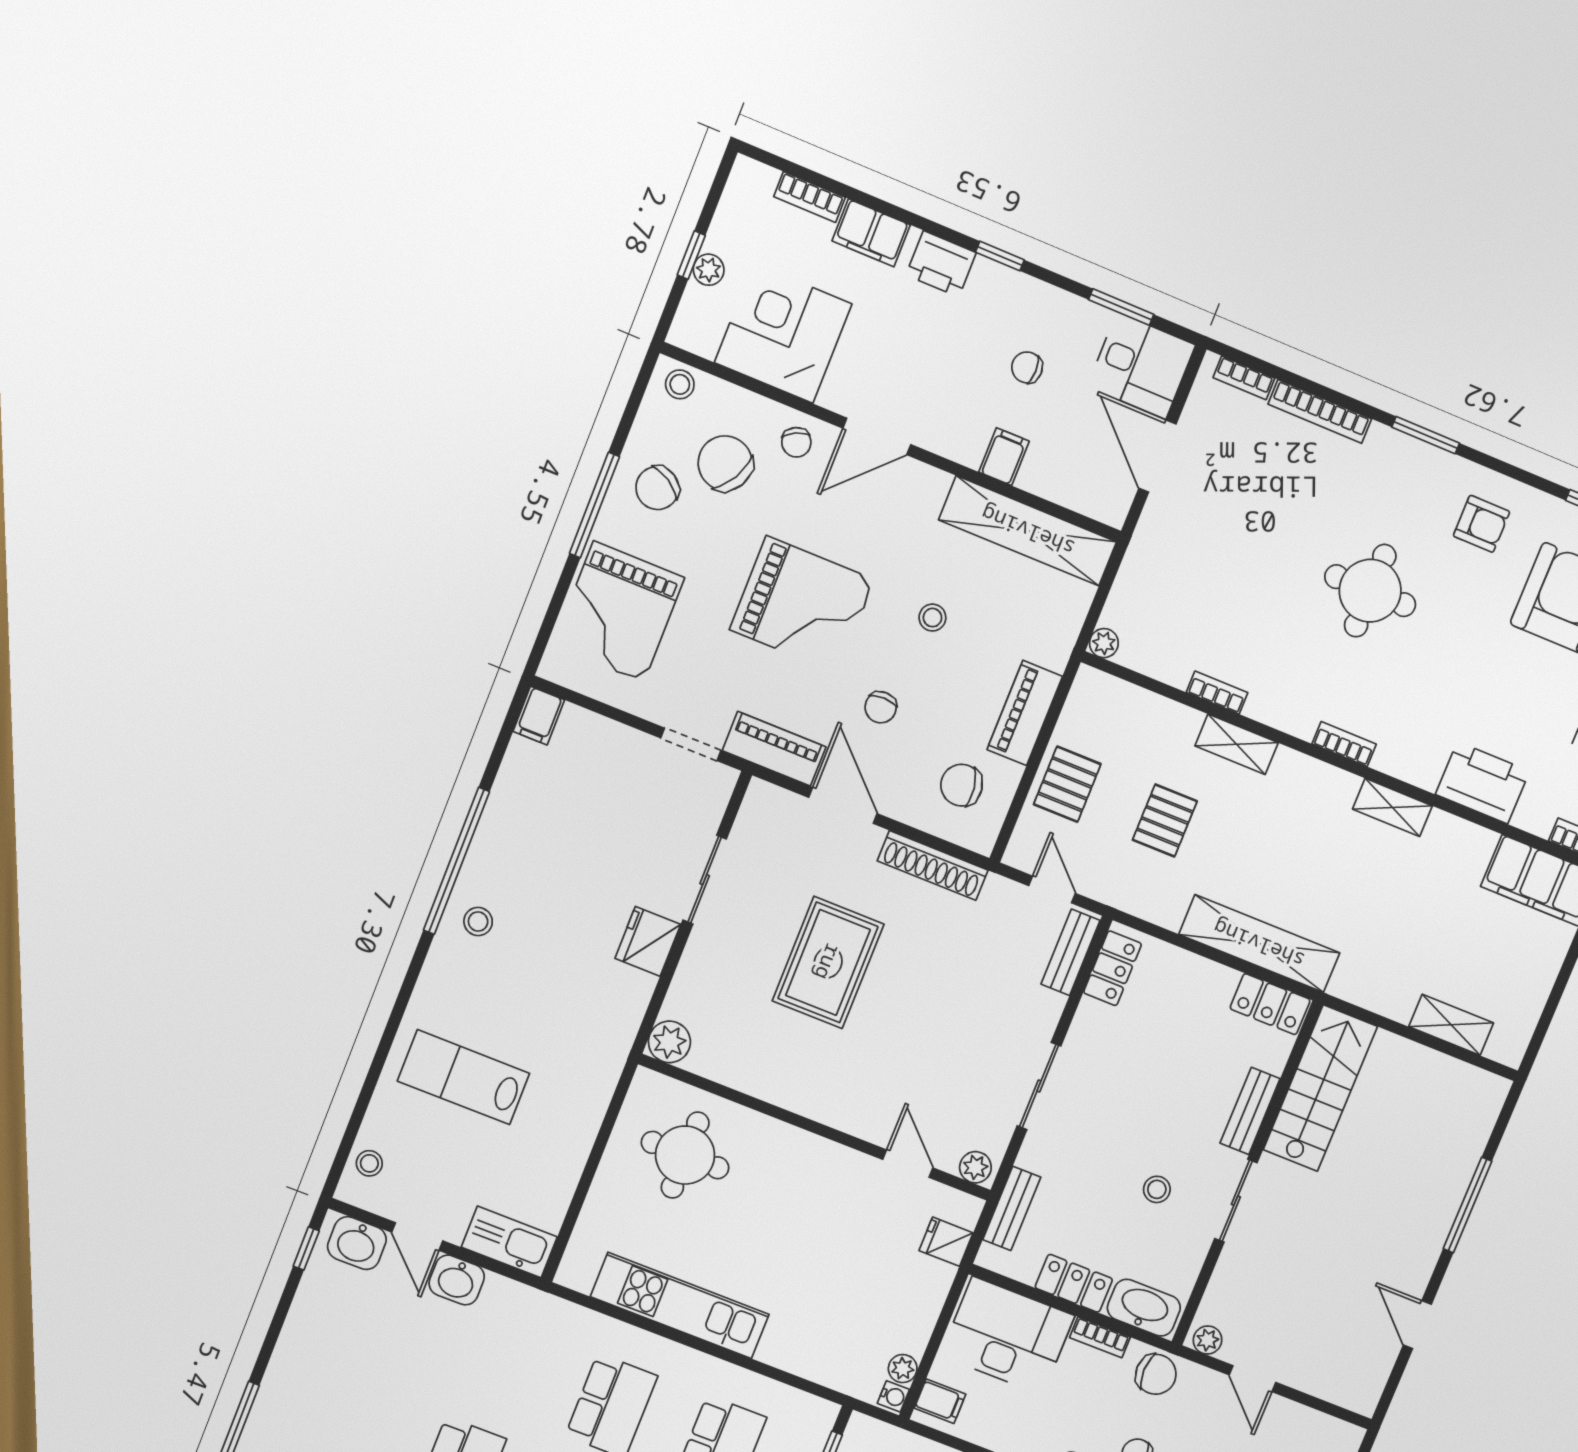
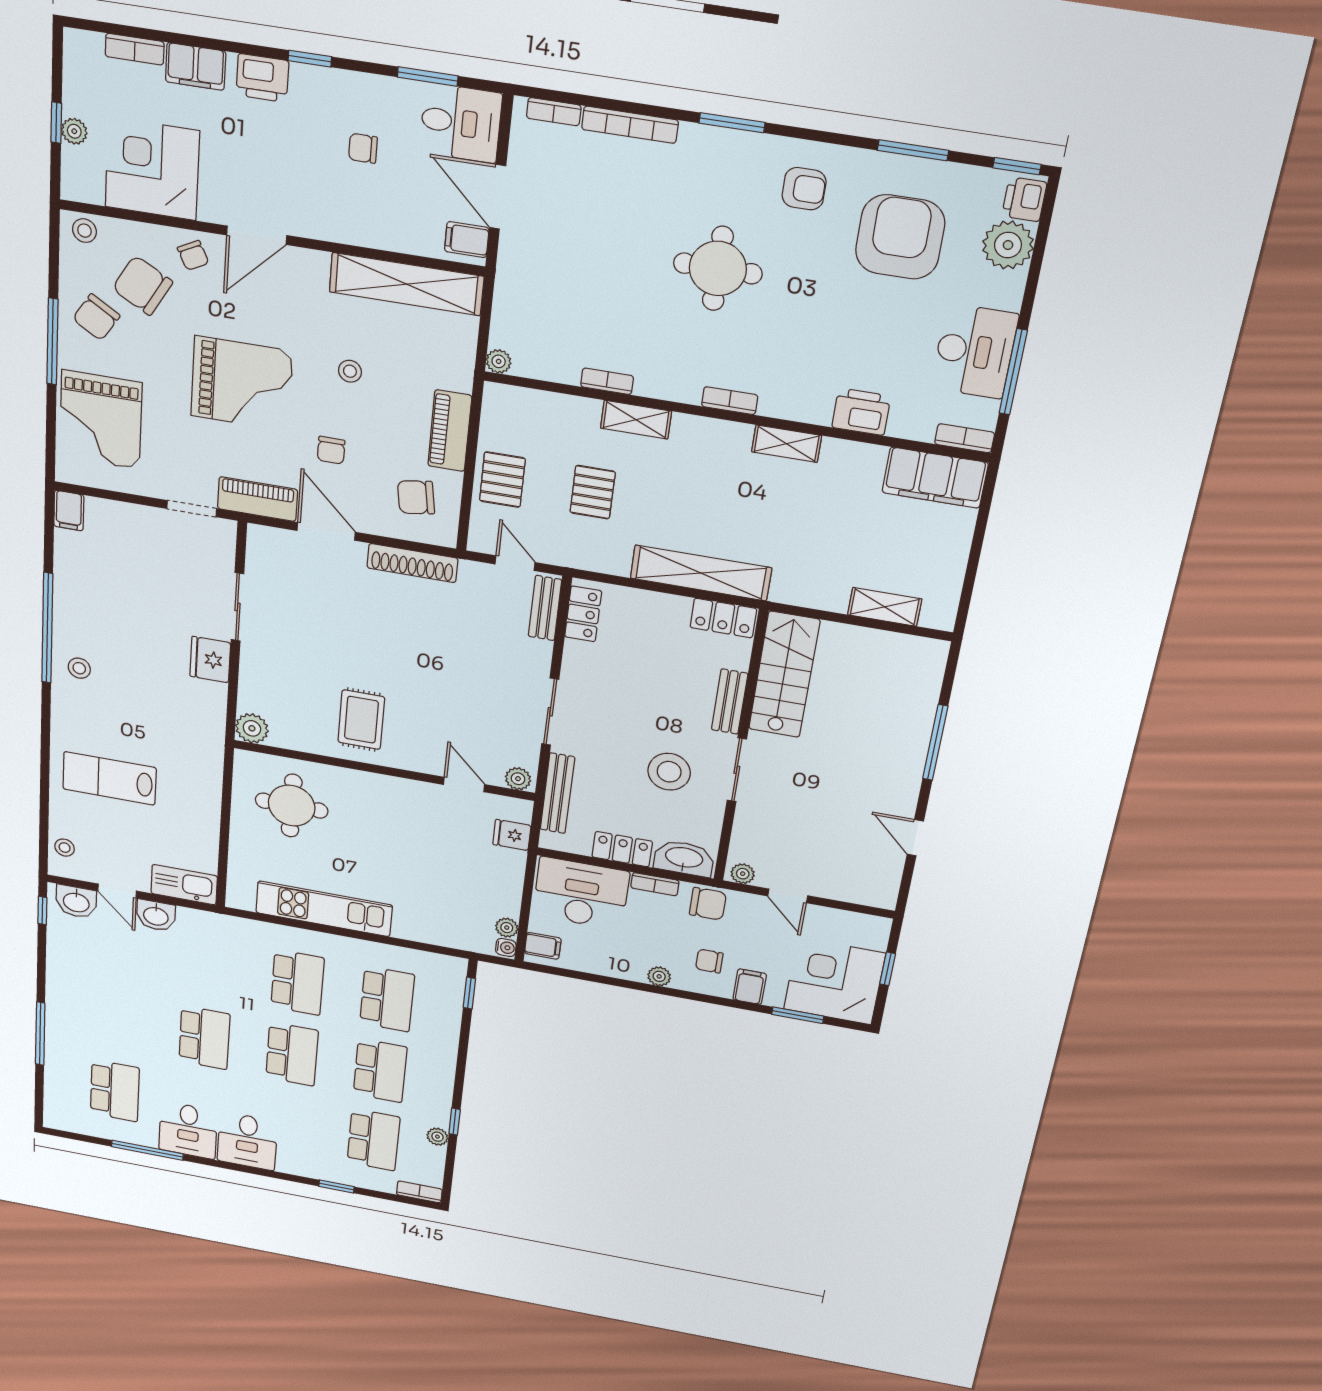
filing cabinet: (1004, 457) -> (467, 240), moved, turned -90
printer: (1483, 783) -> (861, 412), width x0.73, depth x0.84
rug: (828, 962) -> (361, 720), moved, width x0.73, depth x0.70
stool: (1157, 1189) -> (669, 772), width x1.89, depth x1.89
bench: (1012, 1208) -> (557, 793), width x1.36

